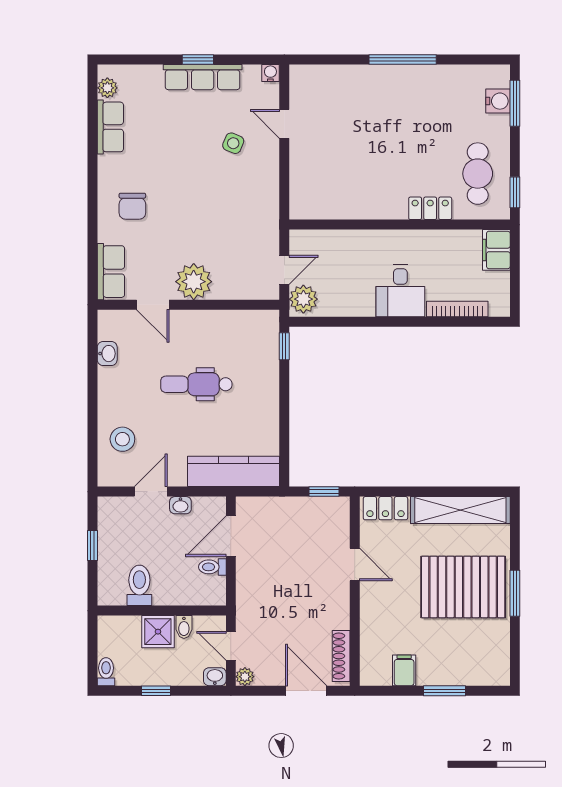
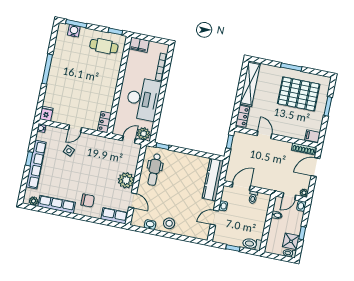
row of seats: (203, 77) -> (36, 165), width x1.36
fridge: (304, 77) -> (46, 114), added
door: (284, 124) -> (75, 129), moved
row of seats: (110, 127) -> (57, 204), width x1.48
locker: (430, 208) -> (104, 122), moved
door: (284, 270) -> (129, 140), hinge flipped
desk: (400, 291) -> (143, 99), width x1.87, depth x1.30
door: (153, 305) -> (133, 200), hinge flipped
dental chair: (196, 384) -> (154, 170), moved
stool: (122, 439) -> (169, 223), moved
door: (151, 492) -> (214, 218), hinge flipped
door: (231, 536) -> (241, 187), swing flipped
door: (355, 565) -> (264, 135), hinge flipped
toilet: (139, 585) -> (252, 244), moved
pallet: (463, 587) -> (299, 94), moved, turned 90
shower: (158, 632) -> (291, 241), moved
filing cabinet: (404, 670) -> (313, 136), moved

